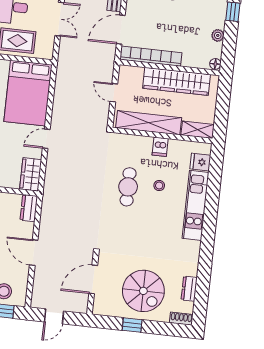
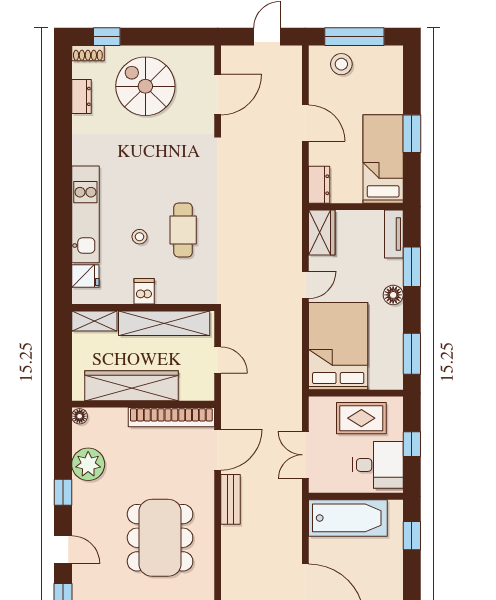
plant: (218, 35) -> (88, 464), width x1.87, depth x1.87
window: (132, 325) -> (107, 37), moved

